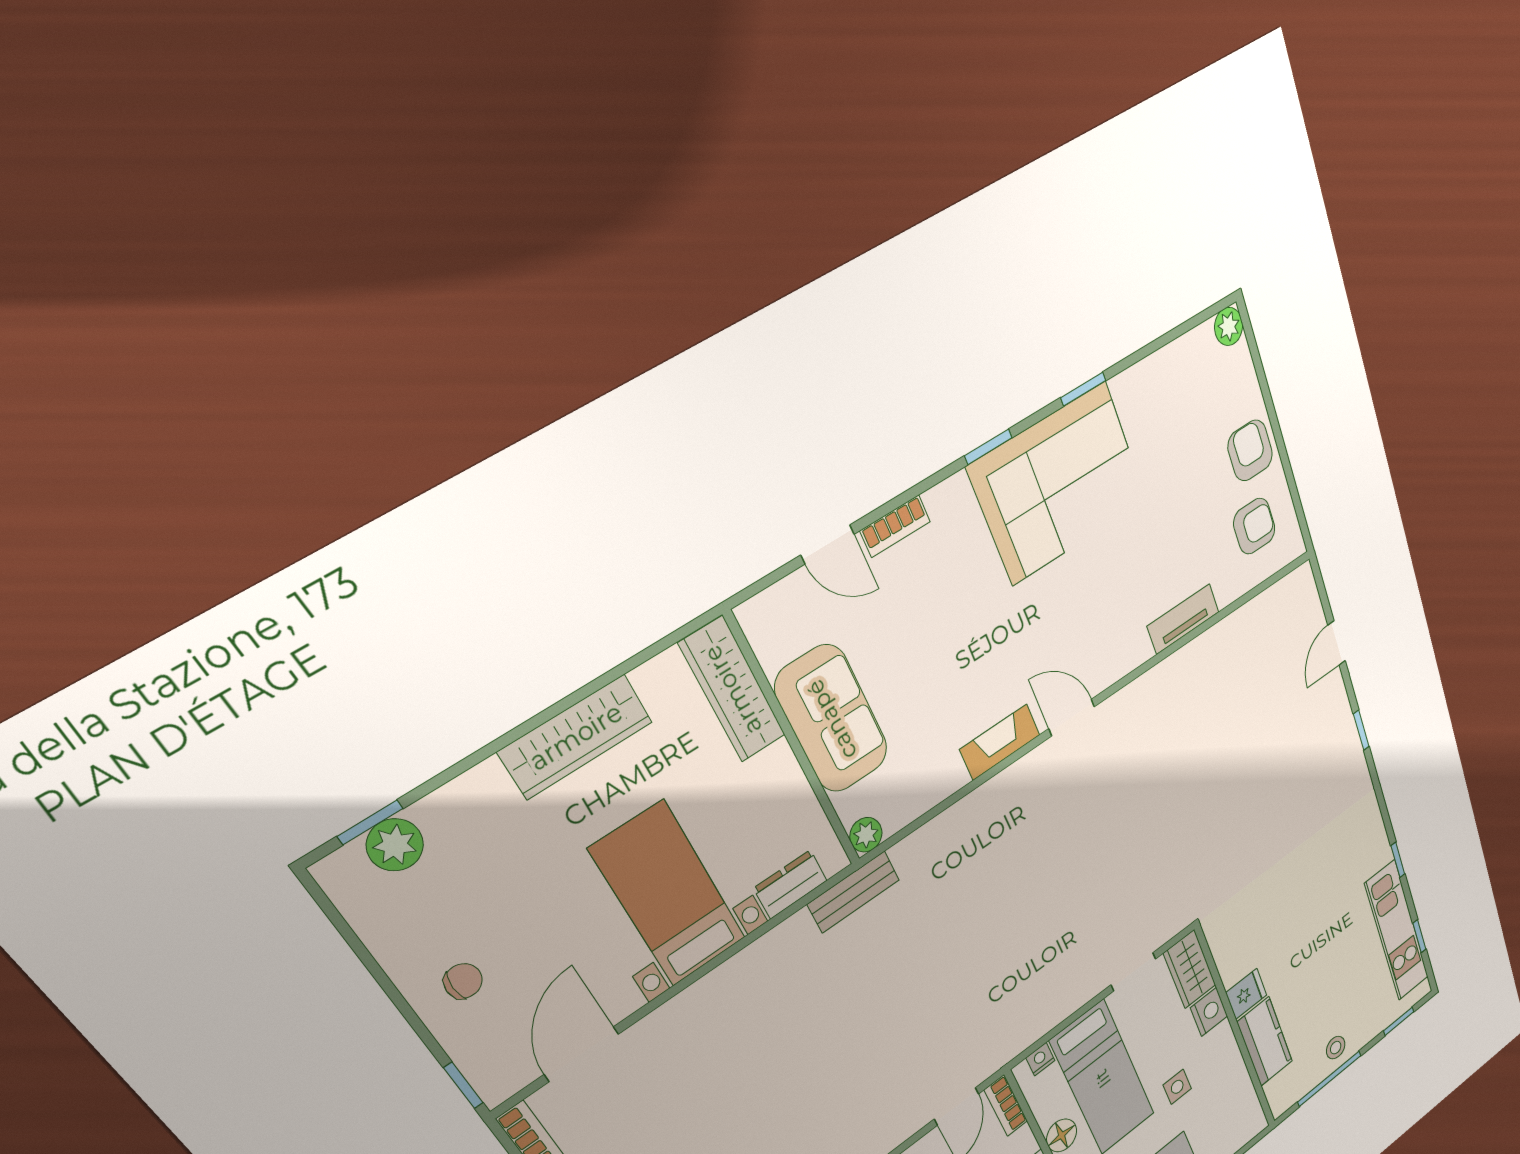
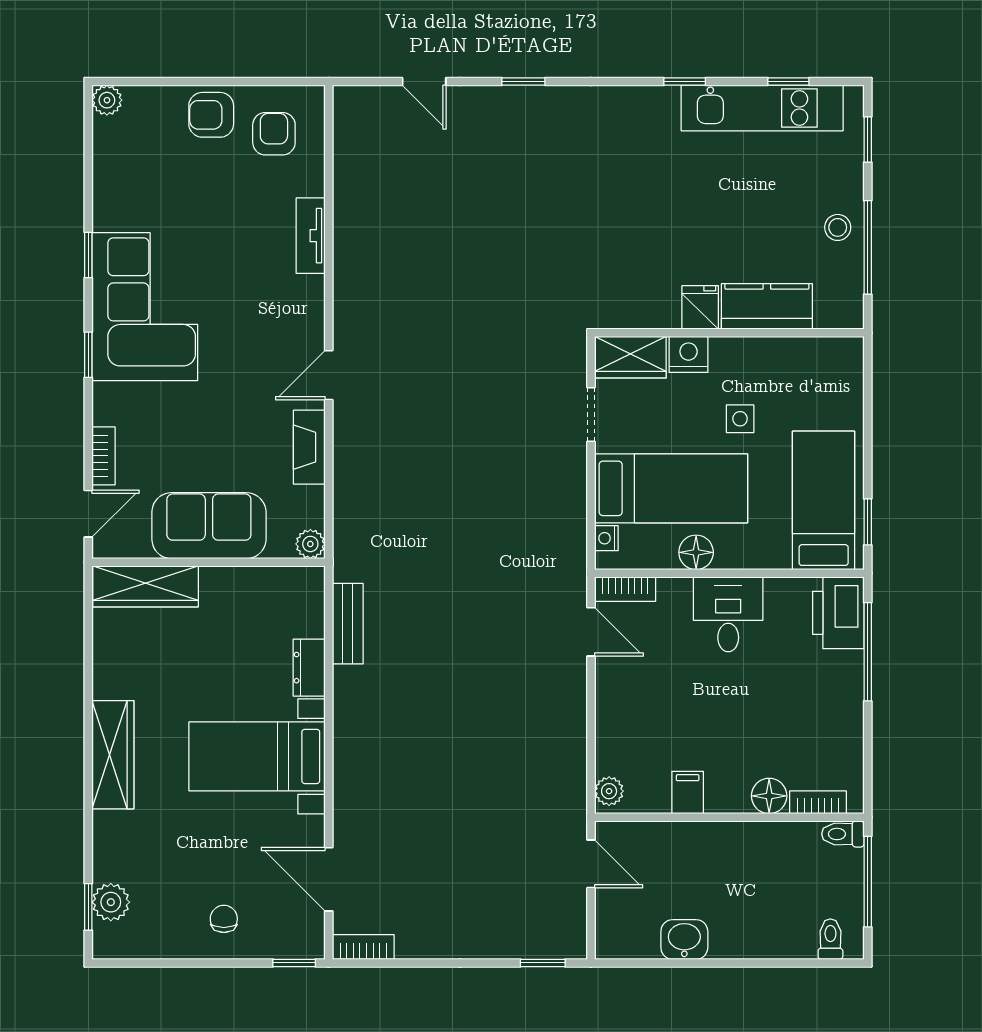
wardrobe: (733, 690) -> (145, 586), moved
sofa: (832, 719) -> (209, 526), moved
wall: (794, 743) -> (208, 562), moved
plant: (866, 835) -> (310, 544), moved

